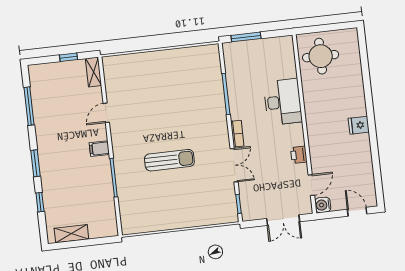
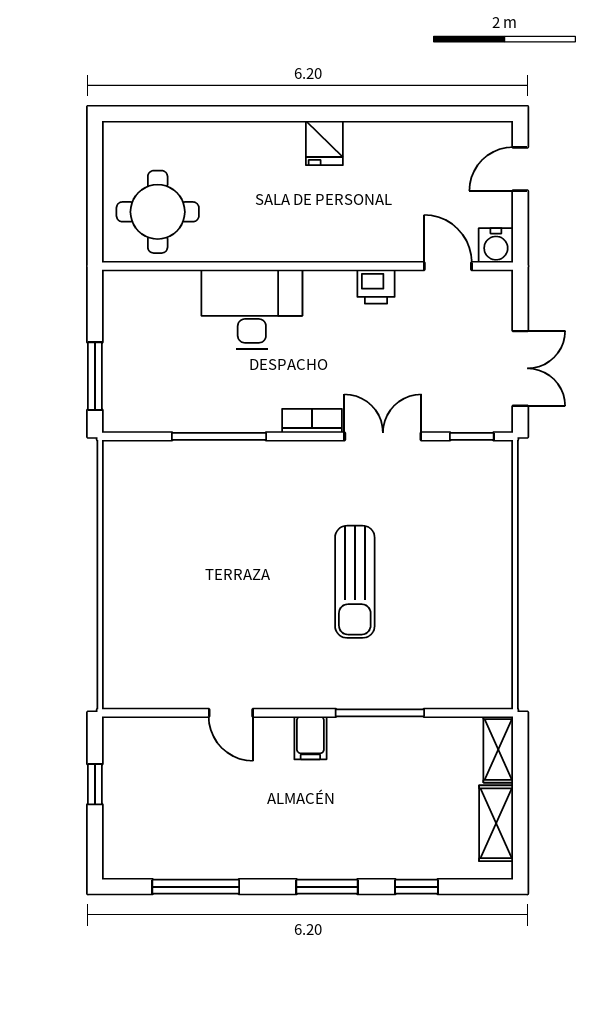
shelving: (94, 72) -> (498, 749), moved, turned 90
sun lounger: (169, 160) -> (355, 582), turned 180
double door: (283, 220) -> (520, 368), moved

